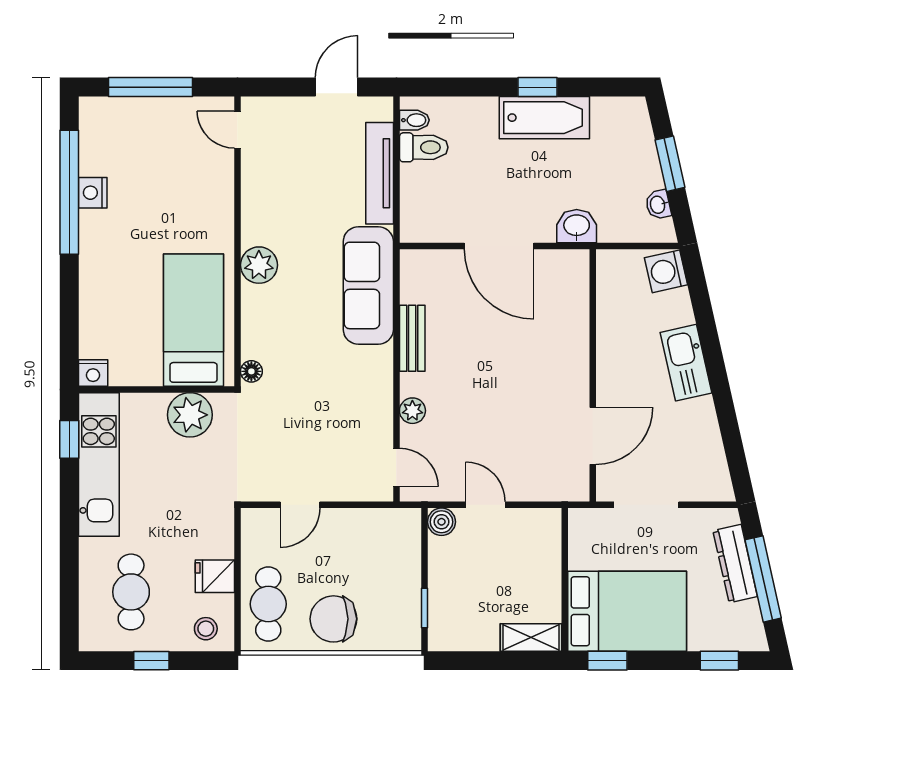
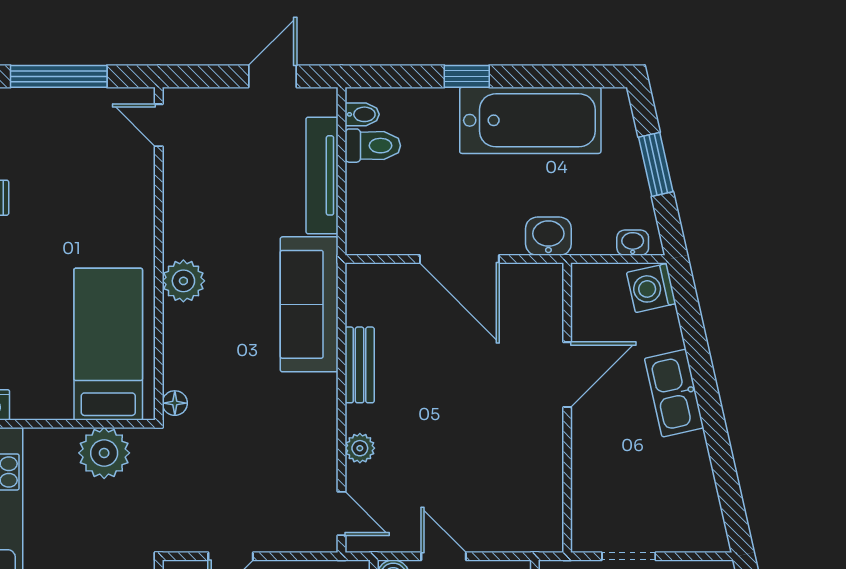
window: (538, 87) -> (467, 76), moved
bathtub: (544, 118) -> (530, 120), width x1.36, depth x1.36
washbasin: (658, 205) -> (633, 243), moved, turned 103
door: (593, 436) -> (567, 375), moved
doorway: (646, 505) -> (629, 556), width x0.73

